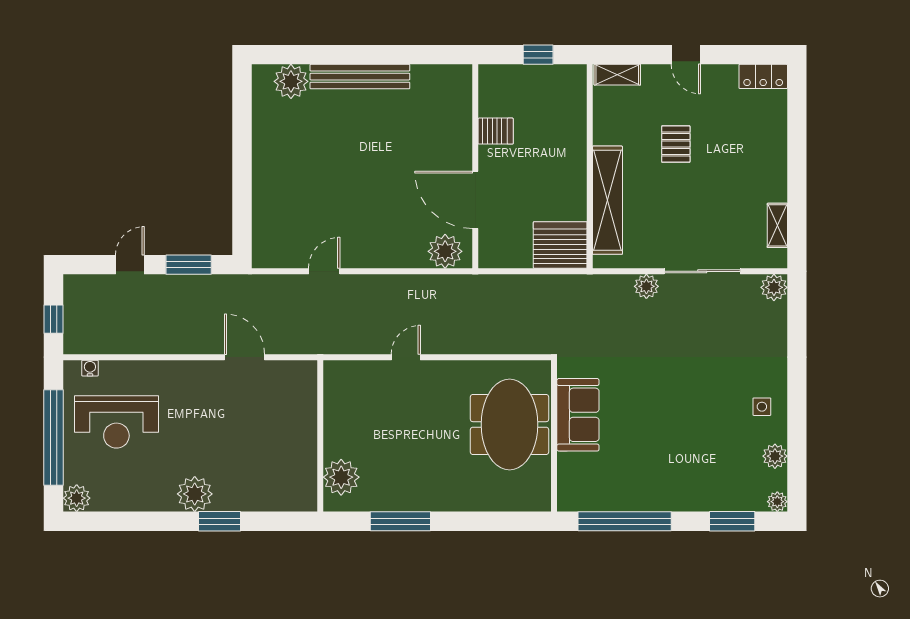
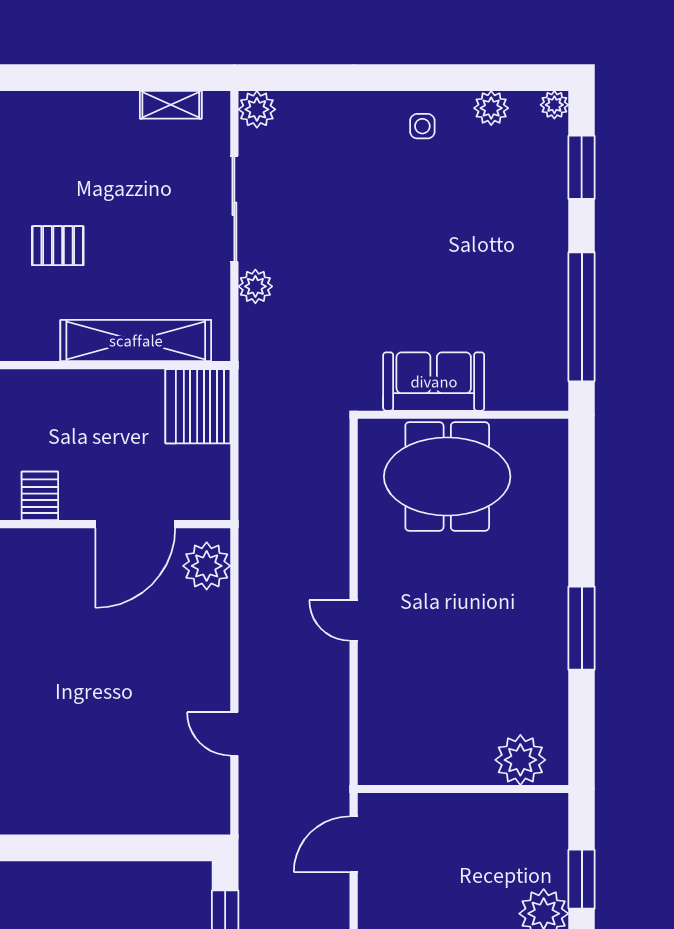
wall: (320, 436) -> (463, 789), moved
plant: (341, 477) -> (520, 760), moved

